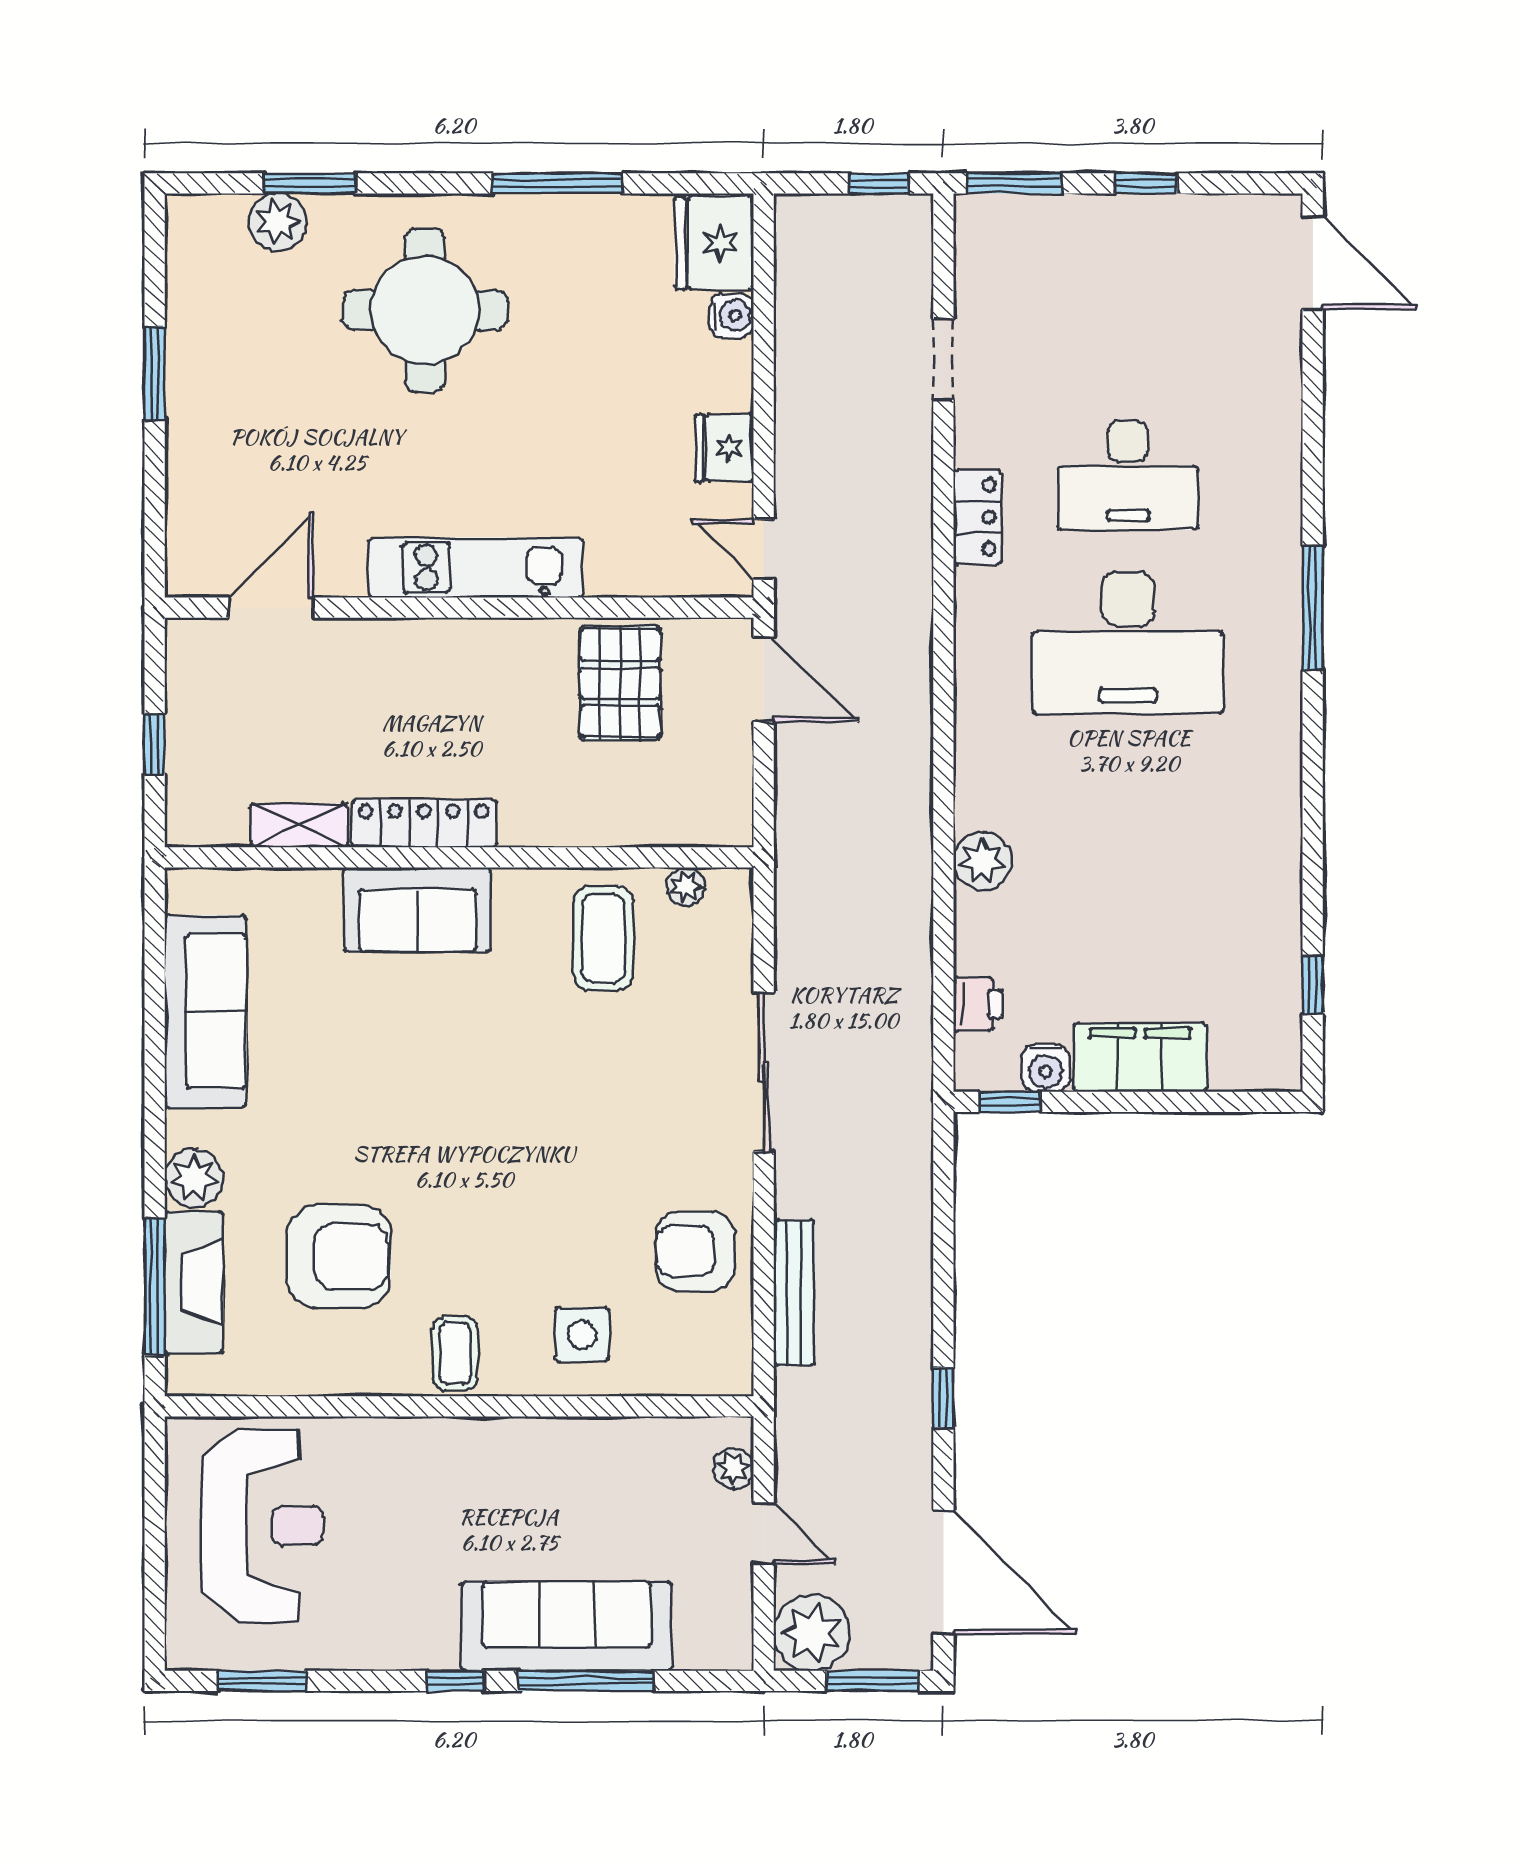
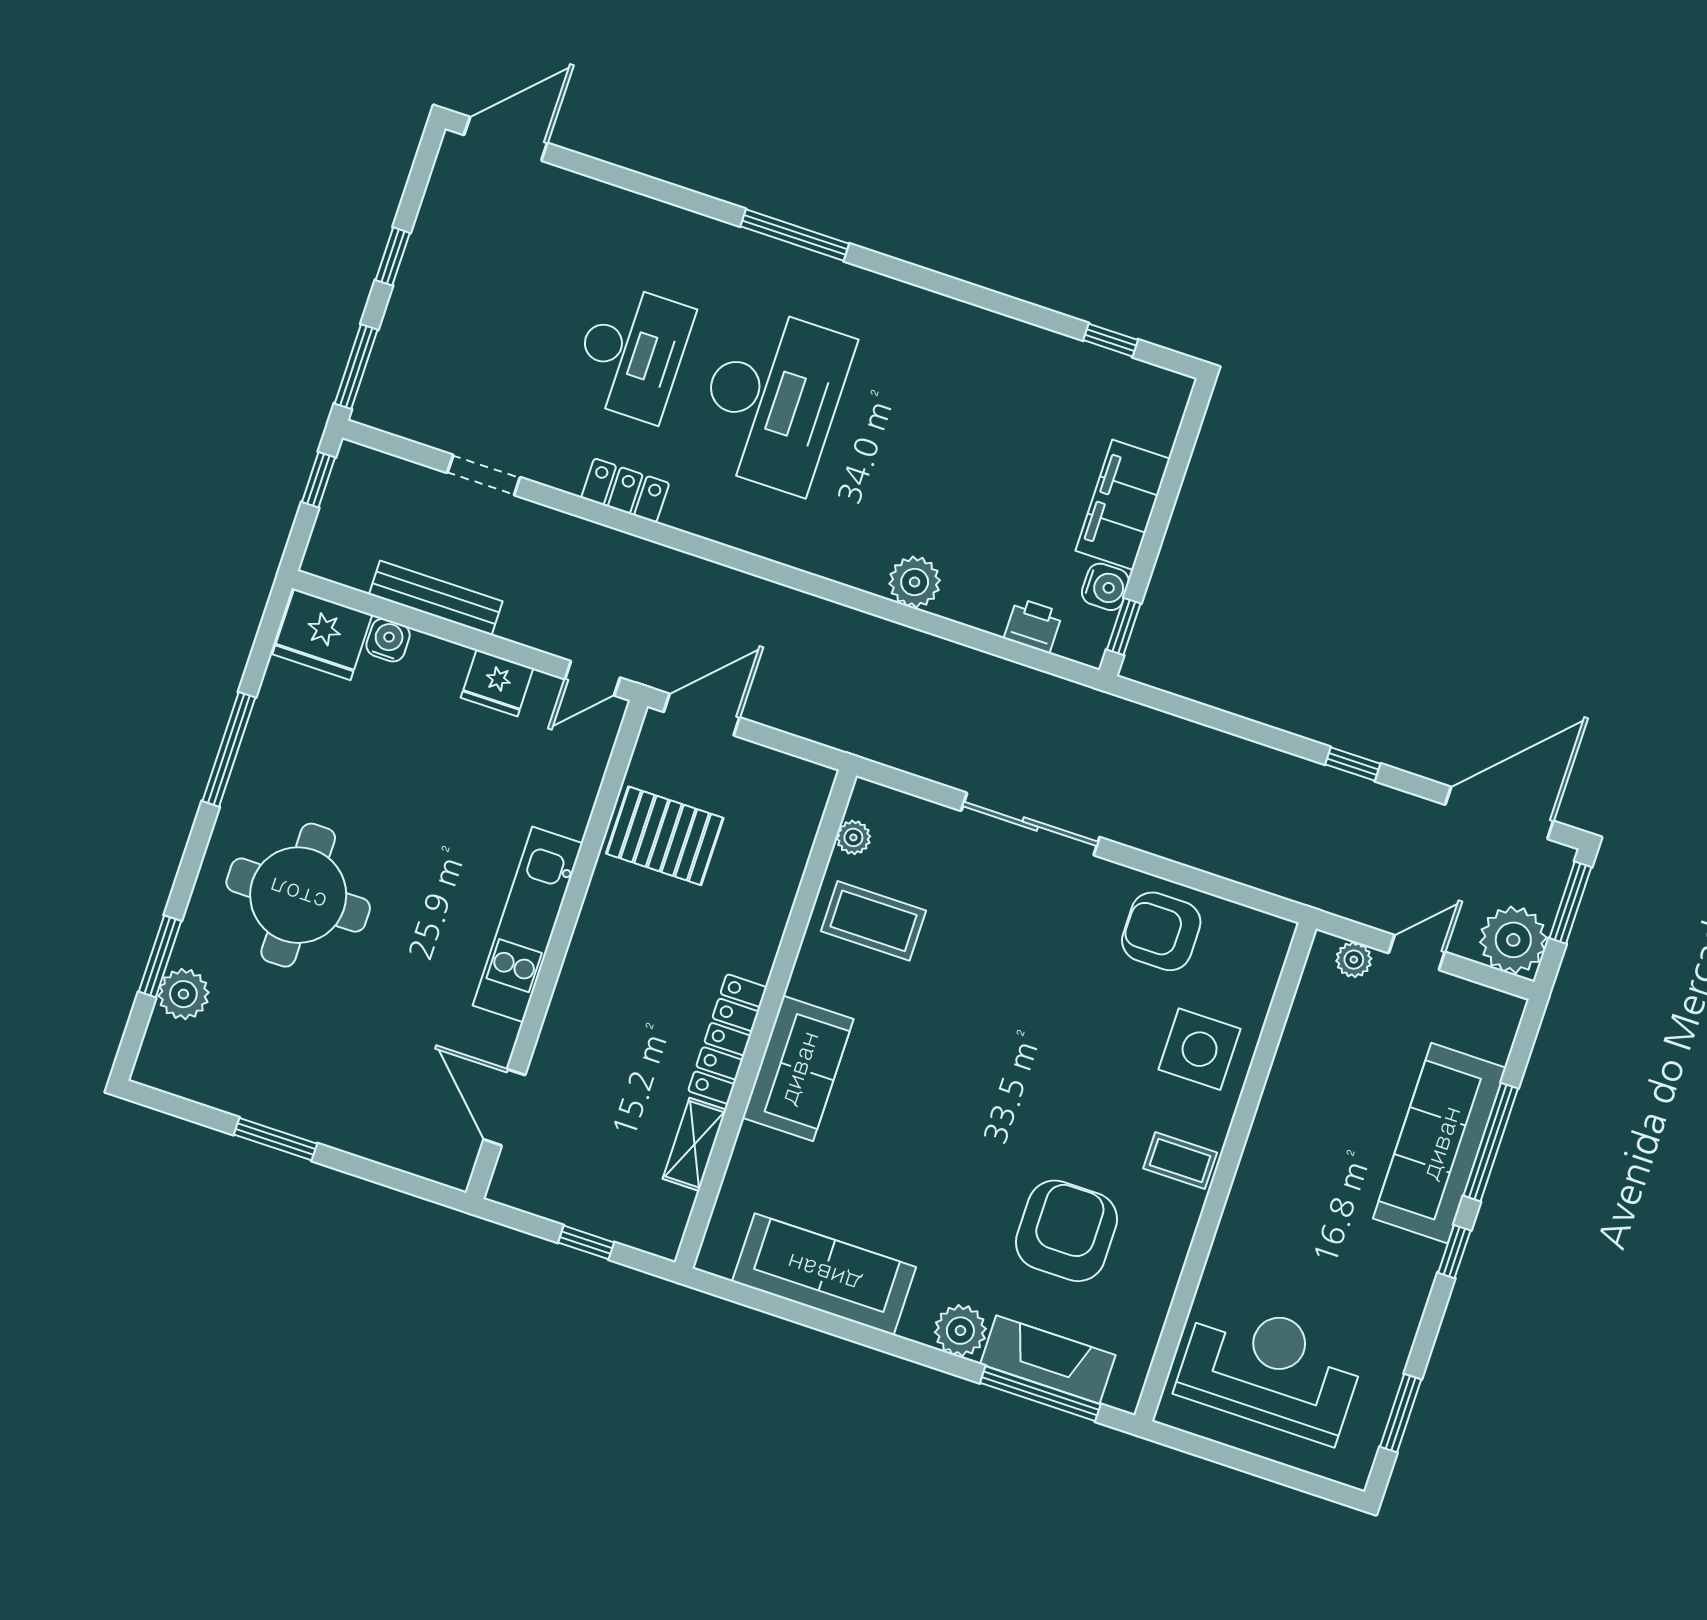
armchair: (695, 1251) -> (1161, 931), turned 90
bench: (794, 1293) -> (436, 598), moved
side table: (582, 1335) -> (1200, 1049), width x1.37, depth x1.37

